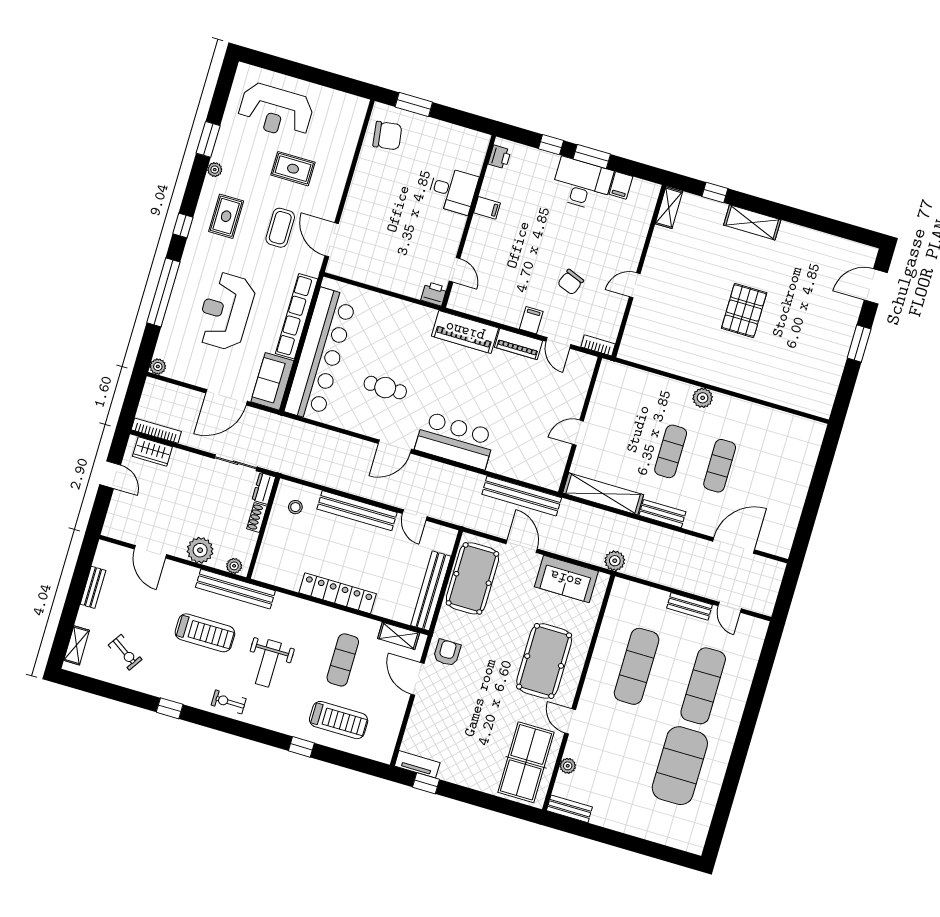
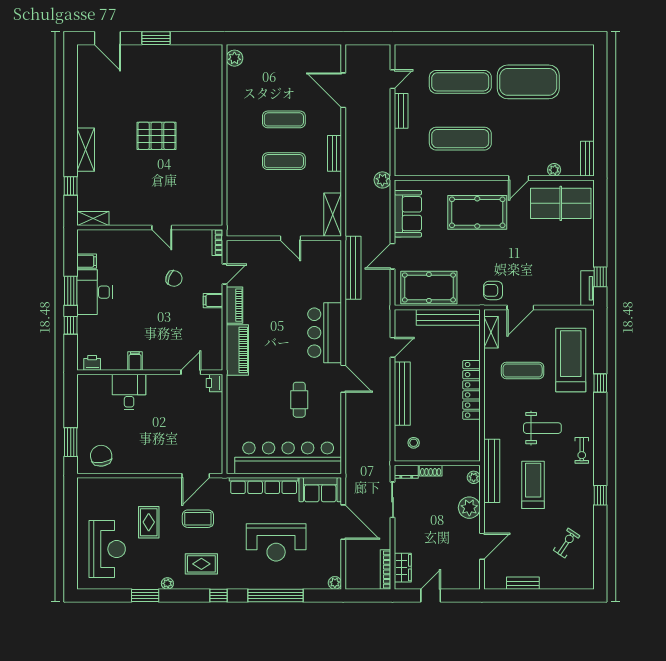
plant: (703, 398) -> (234, 58), moved
shelving: (603, 494) -> (333, 215), width x0.68
shelving: (77, 645) -> (572, 583), removed
treadmill: (339, 720) -> (571, 360), width x1.37, depth x1.38

